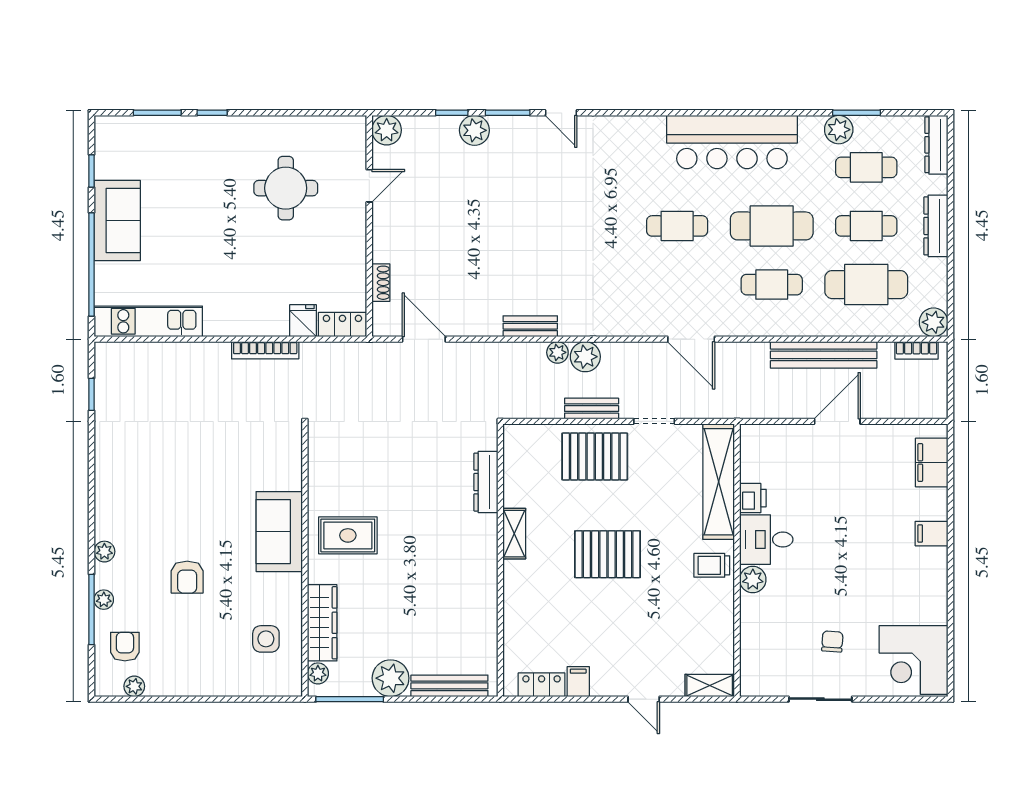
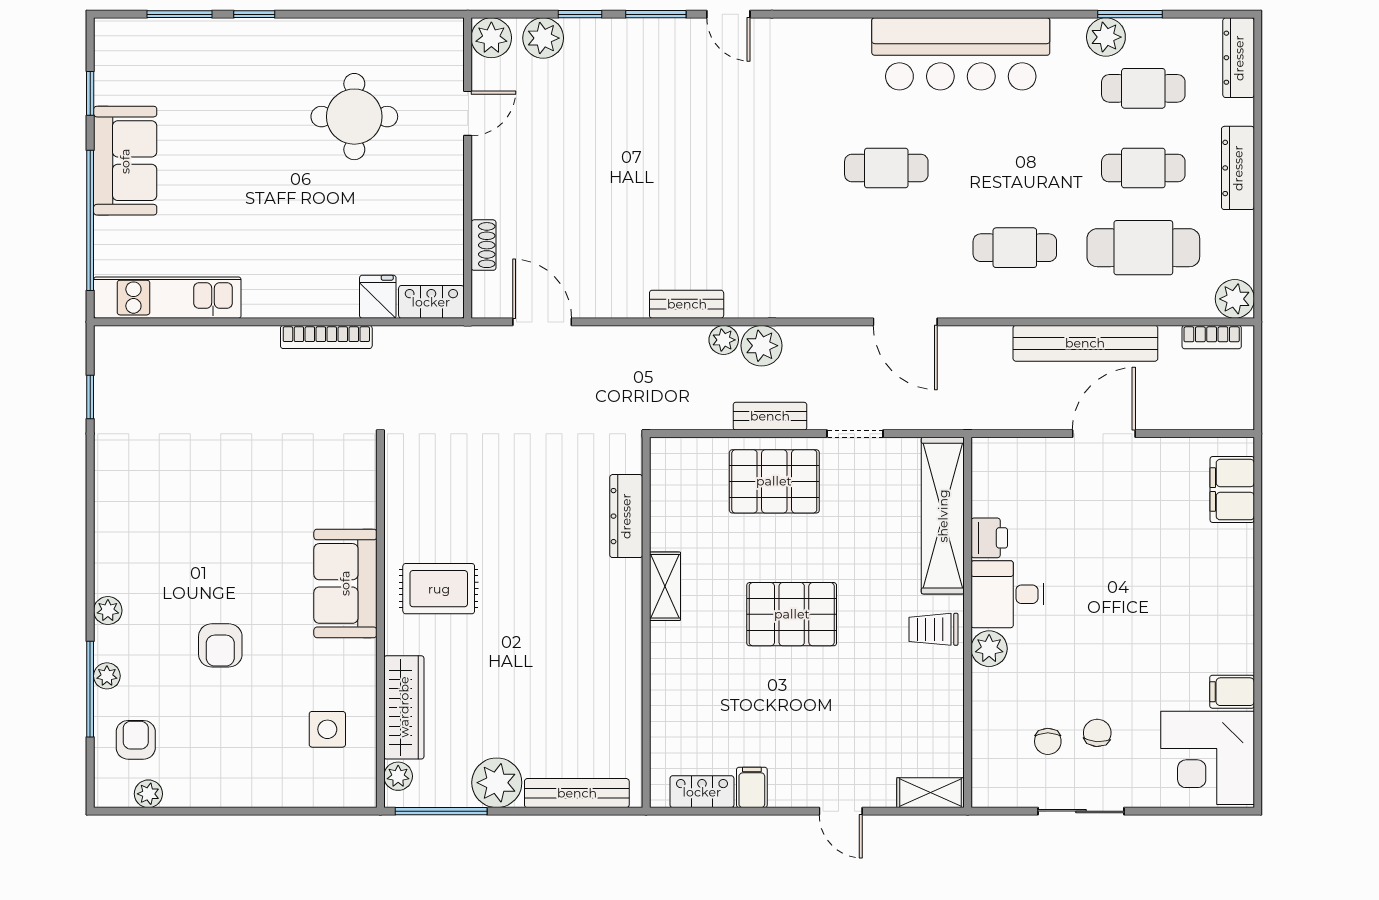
plant: (474, 130) -> (543, 38), moved
cafe table: (772, 226) -> (1015, 168), removed
filing cabinet: (932, 534) -> (1232, 692), moved
chair: (796, 648) -> (1048, 741), added

